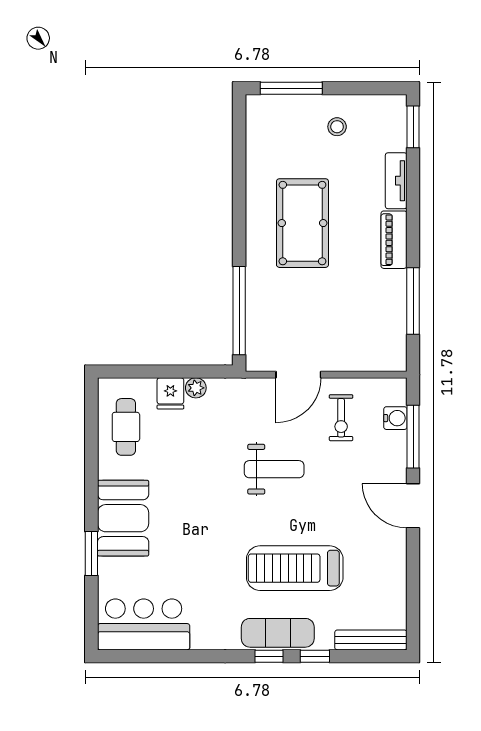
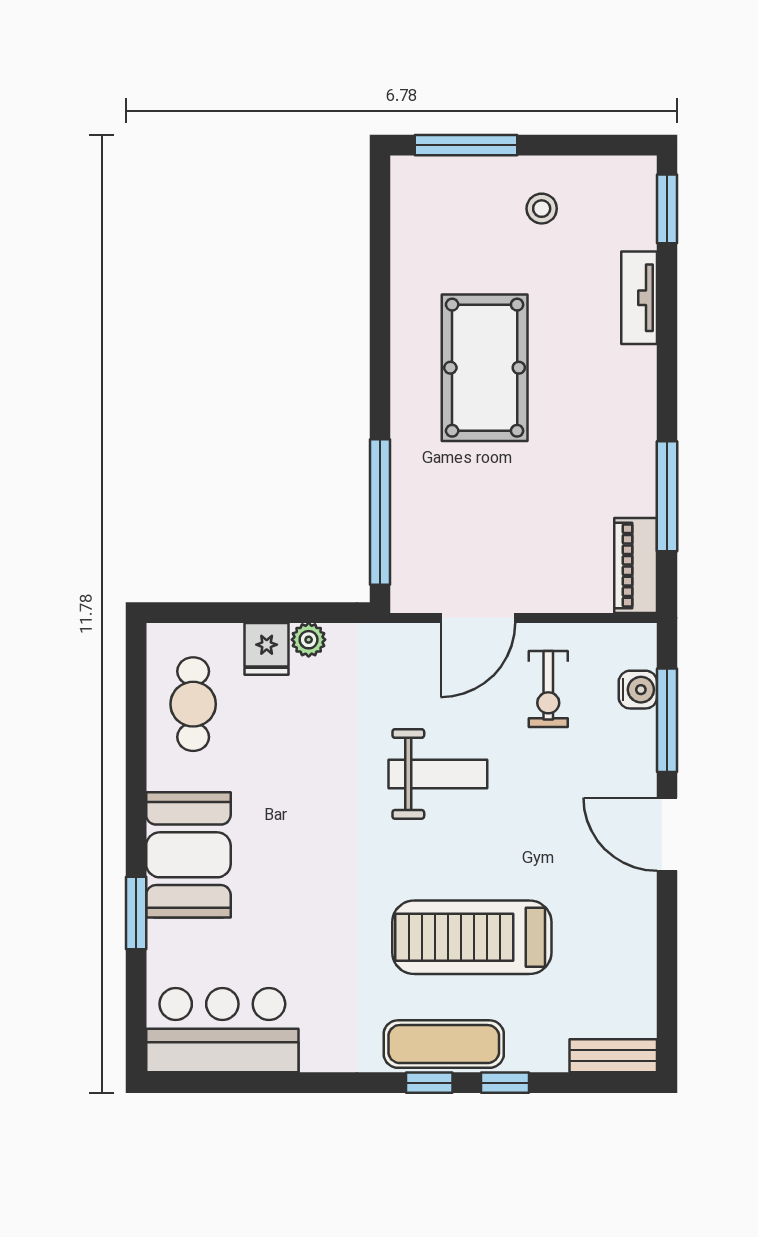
piano: (394, 240) -> (636, 565), moved
bench: (371, 640) -> (613, 1056), width x0.73

